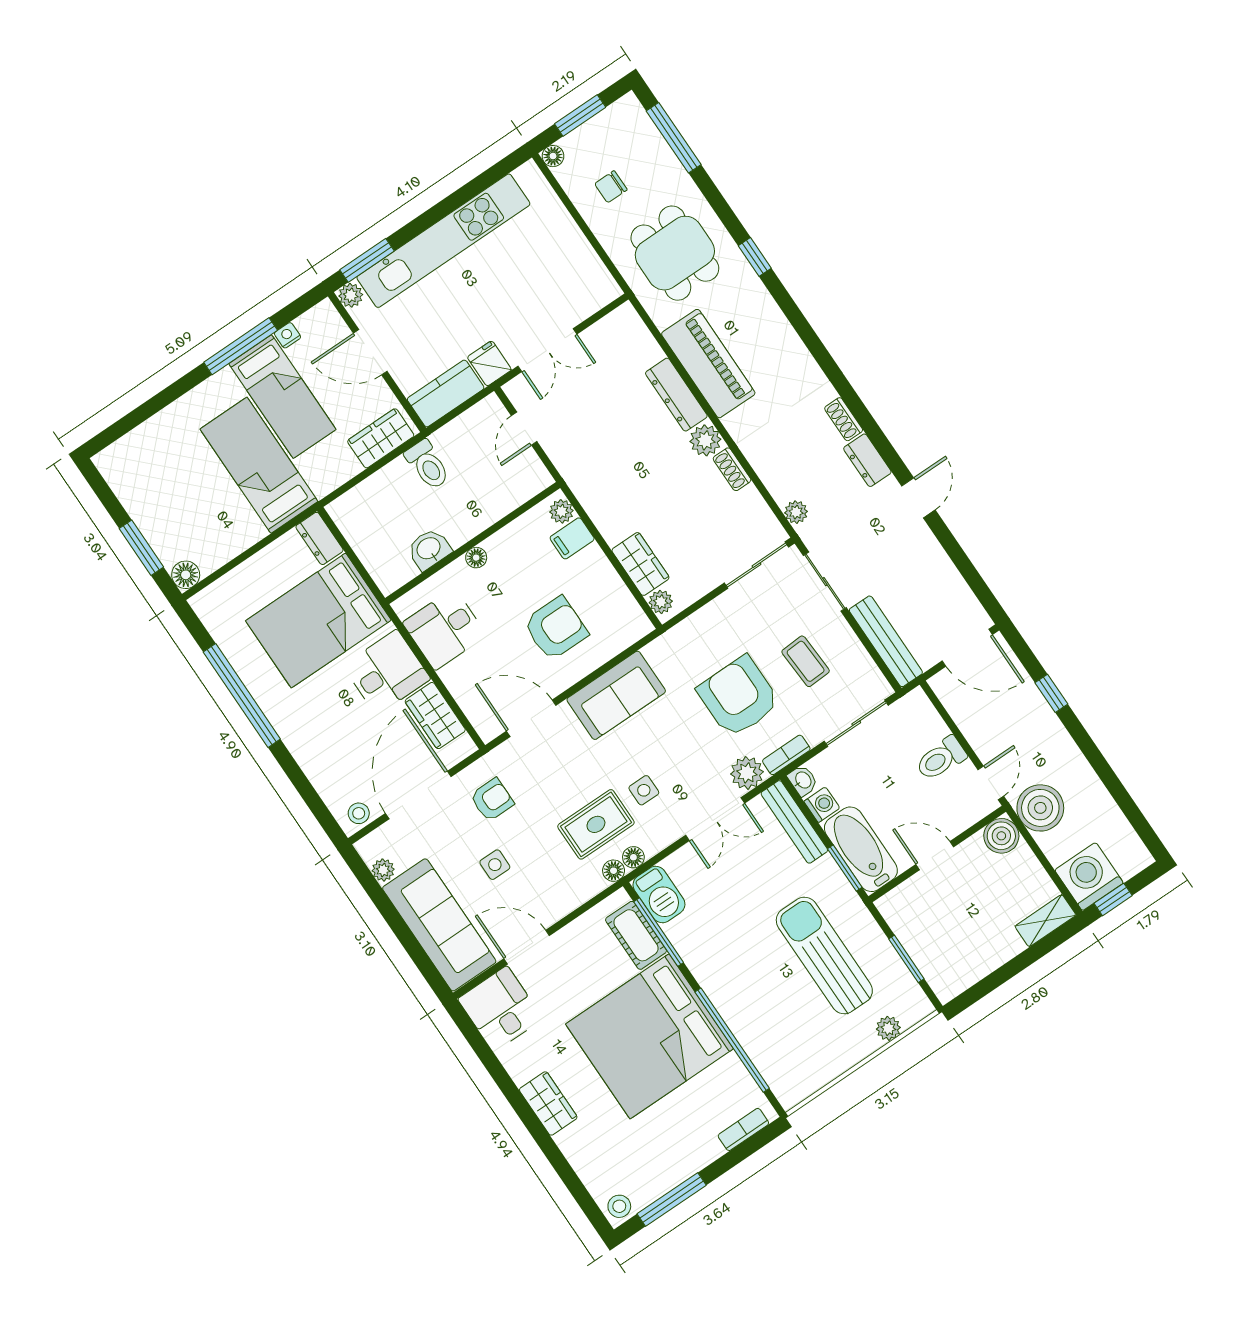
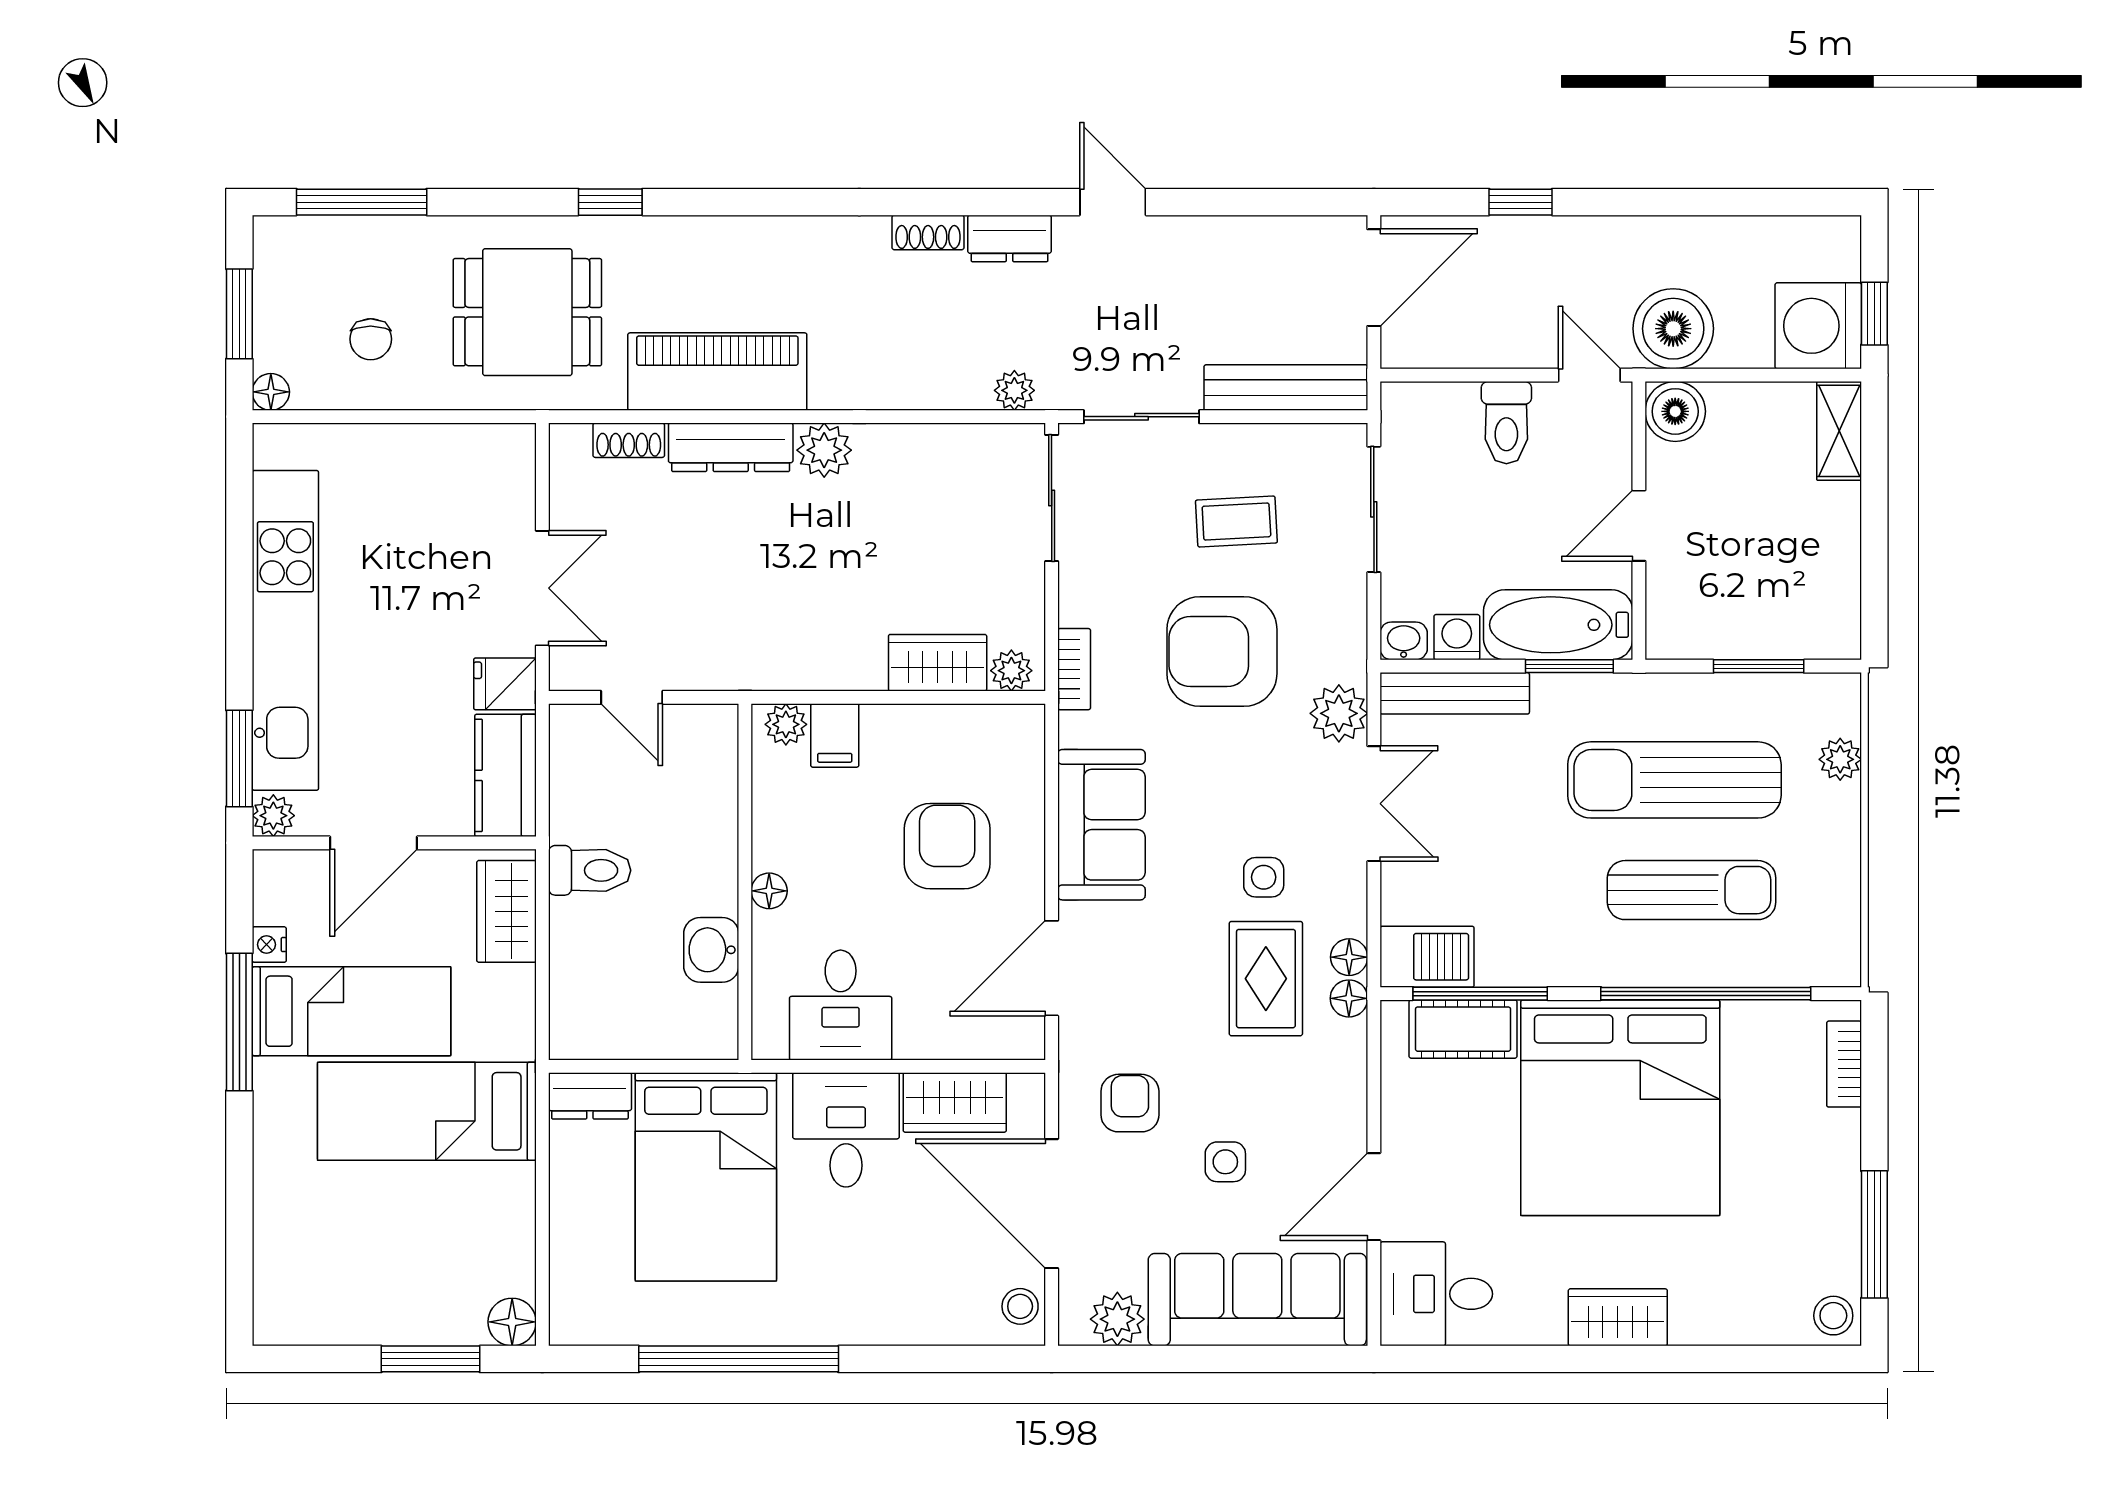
shoe rack: (732, 469) -> (629, 440), moved
bookcase: (786, 755) -> (1074, 669), moved, turned 180
plant: (383, 870) -> (1117, 1319), width x1.38, depth x1.38
sun lounger: (777, 1000) -> (1692, 890), added

